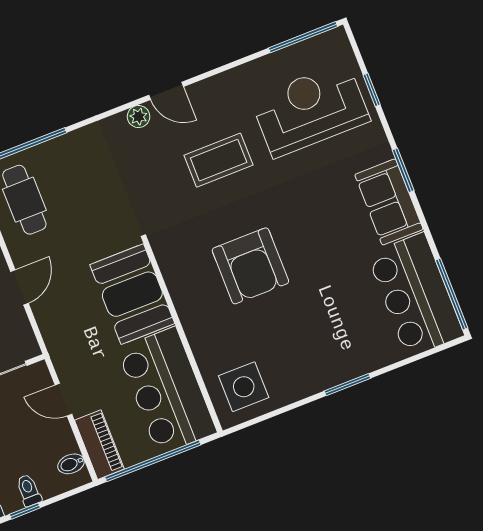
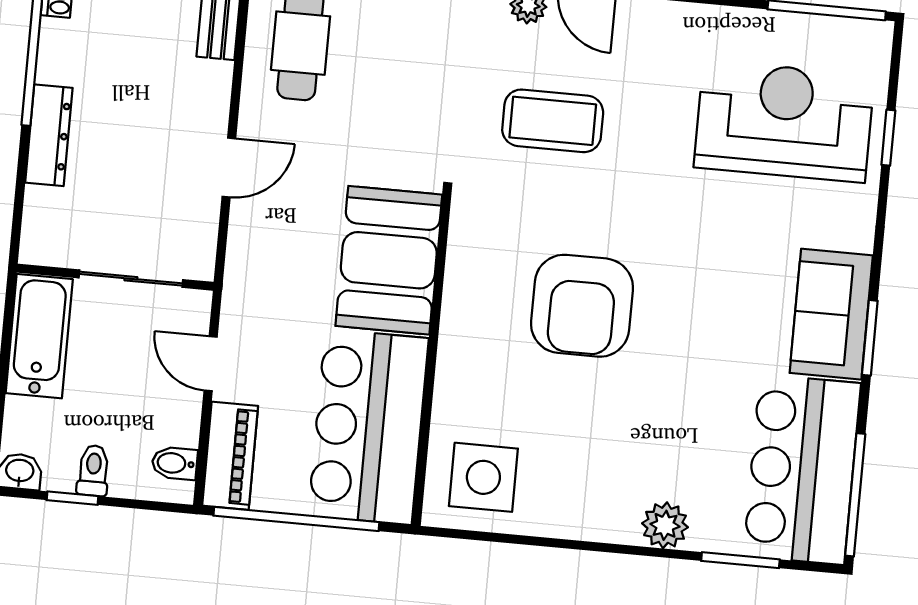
coffee table: (219, 160) -> (553, 121), moved
window: (403, 170) -> (870, 338), moved
plant: (356, 363) -> (665, 525), added
window: (347, 385) -> (740, 560), moved

